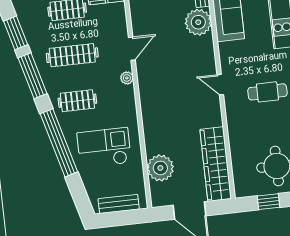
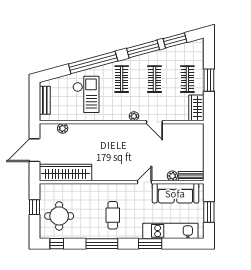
plant: (198, 22) -> (172, 176), width x0.53, depth x0.53
clothes rail: (72, 55) -> (155, 79), width x0.73
door: (220, 85) -> (144, 182), moved
plant: (160, 168) -> (63, 128), width x0.53, depth x0.53

